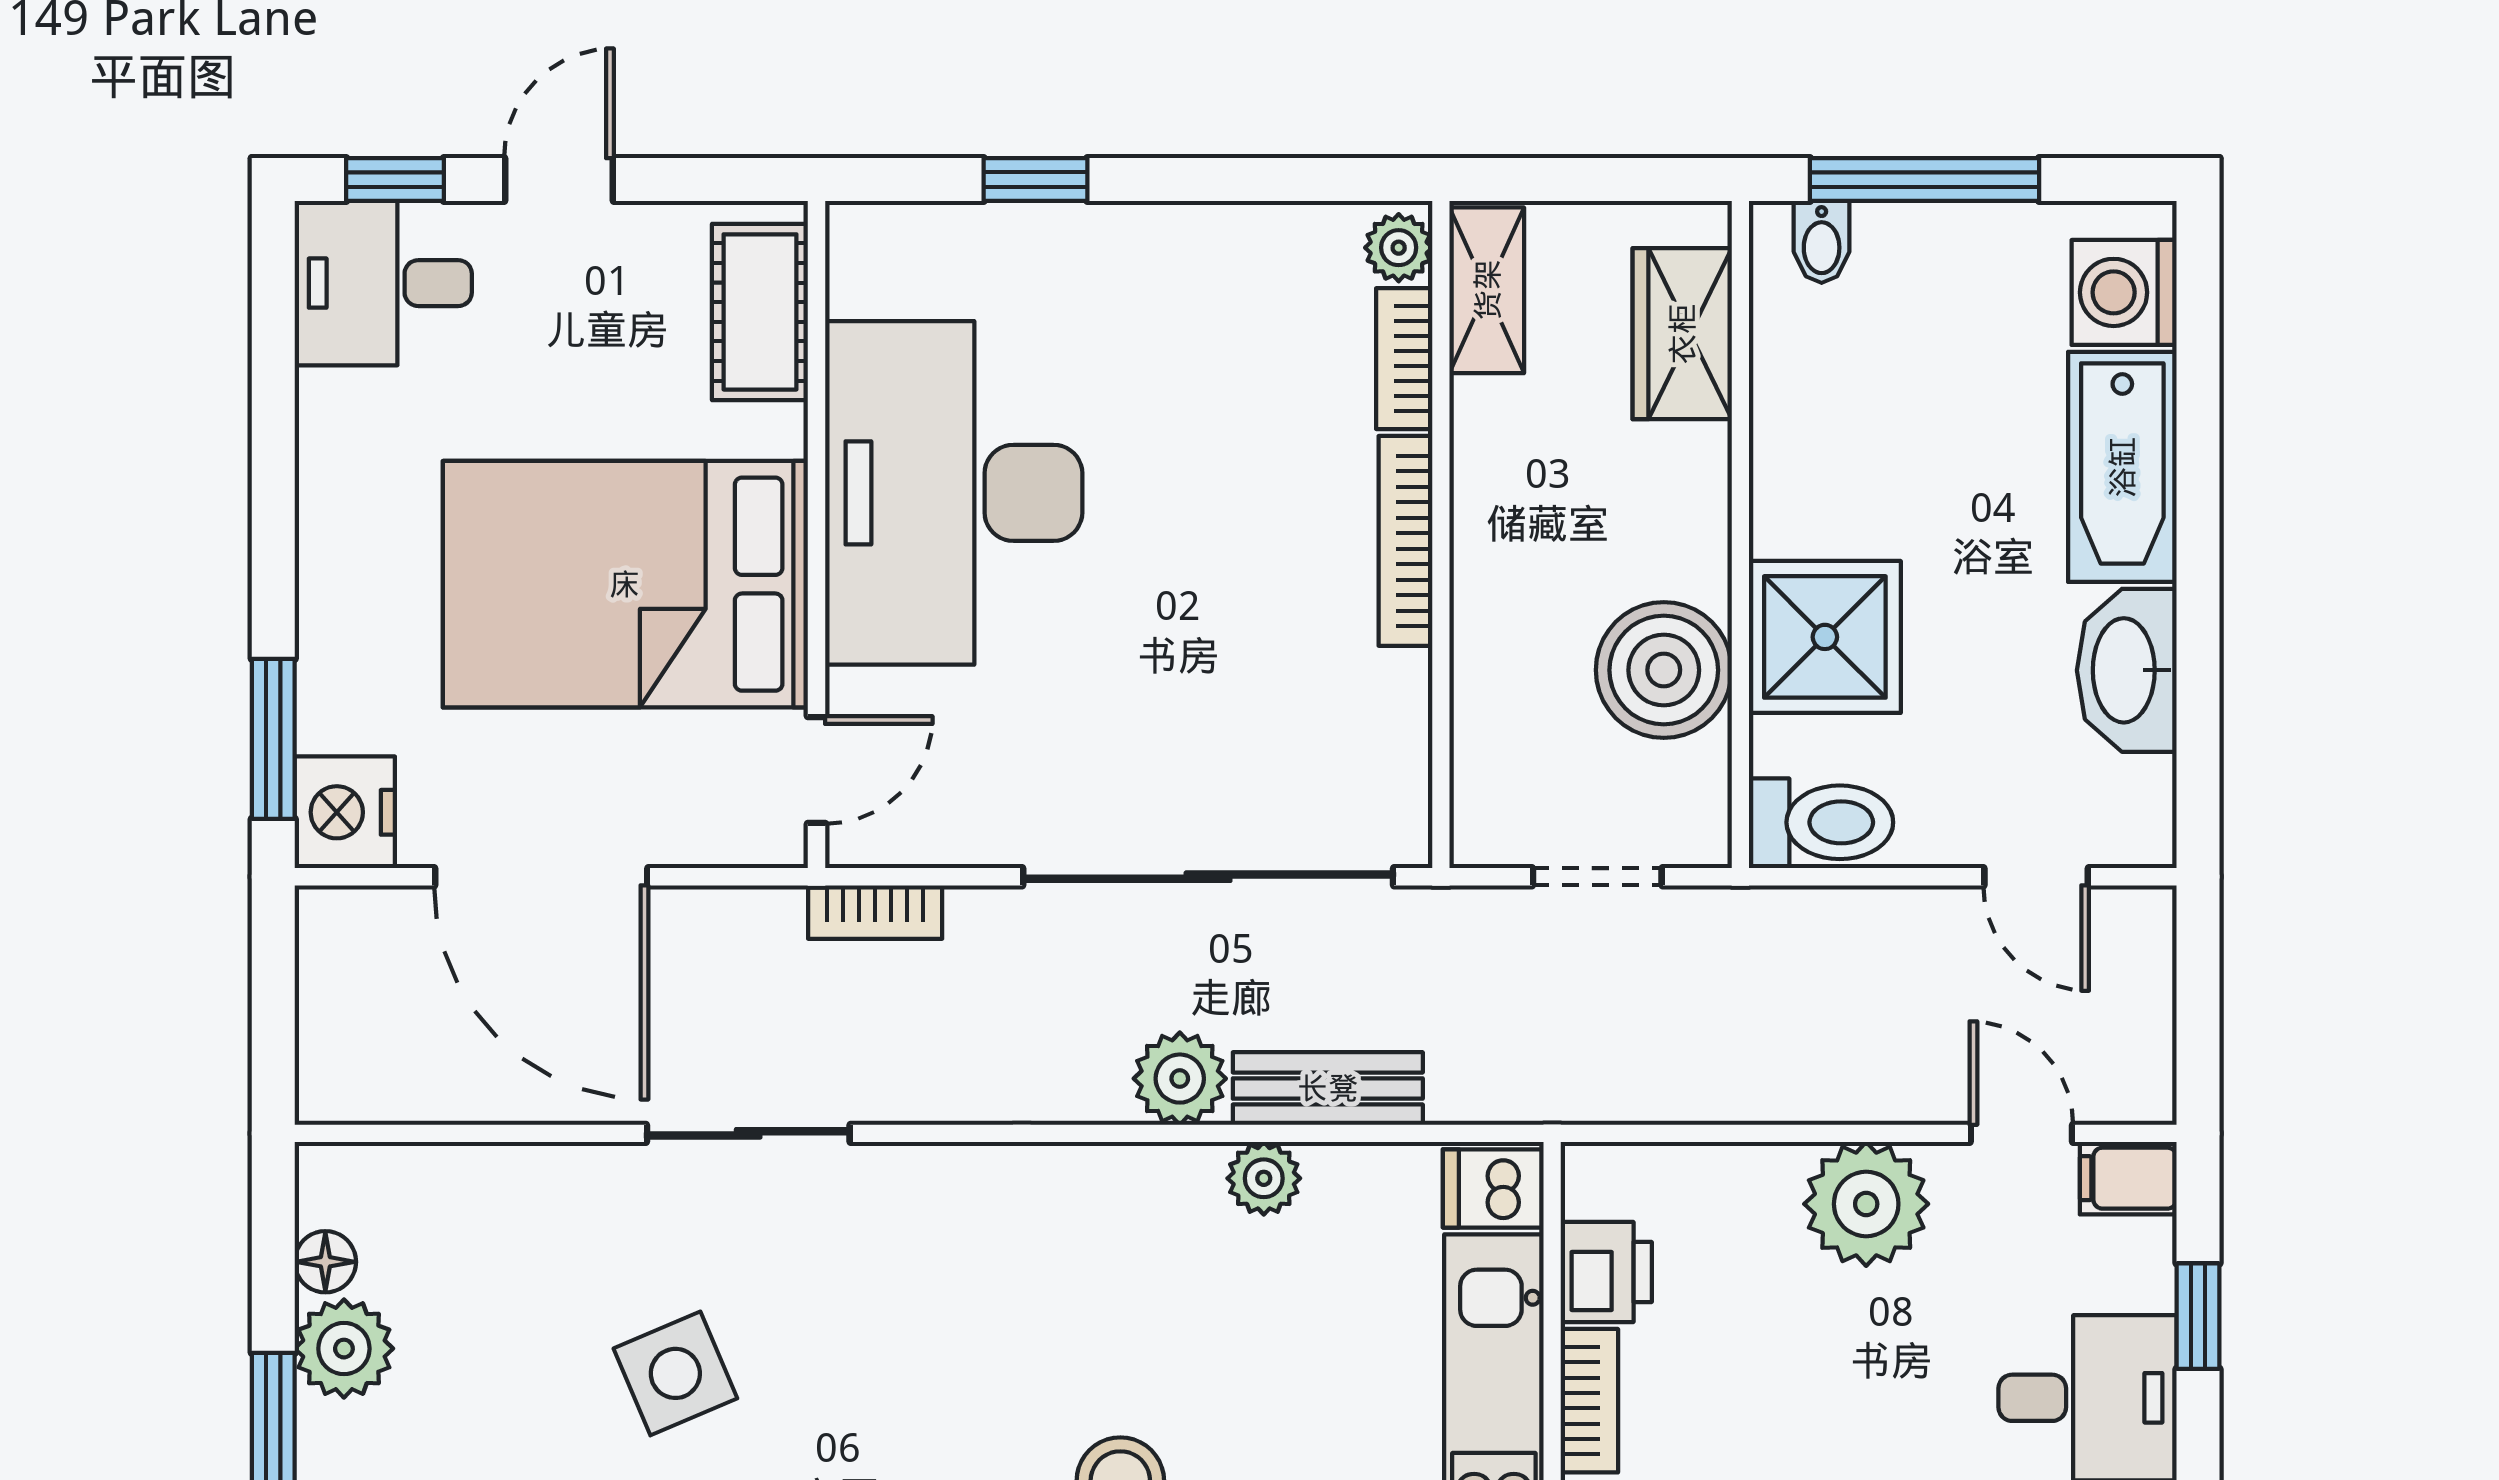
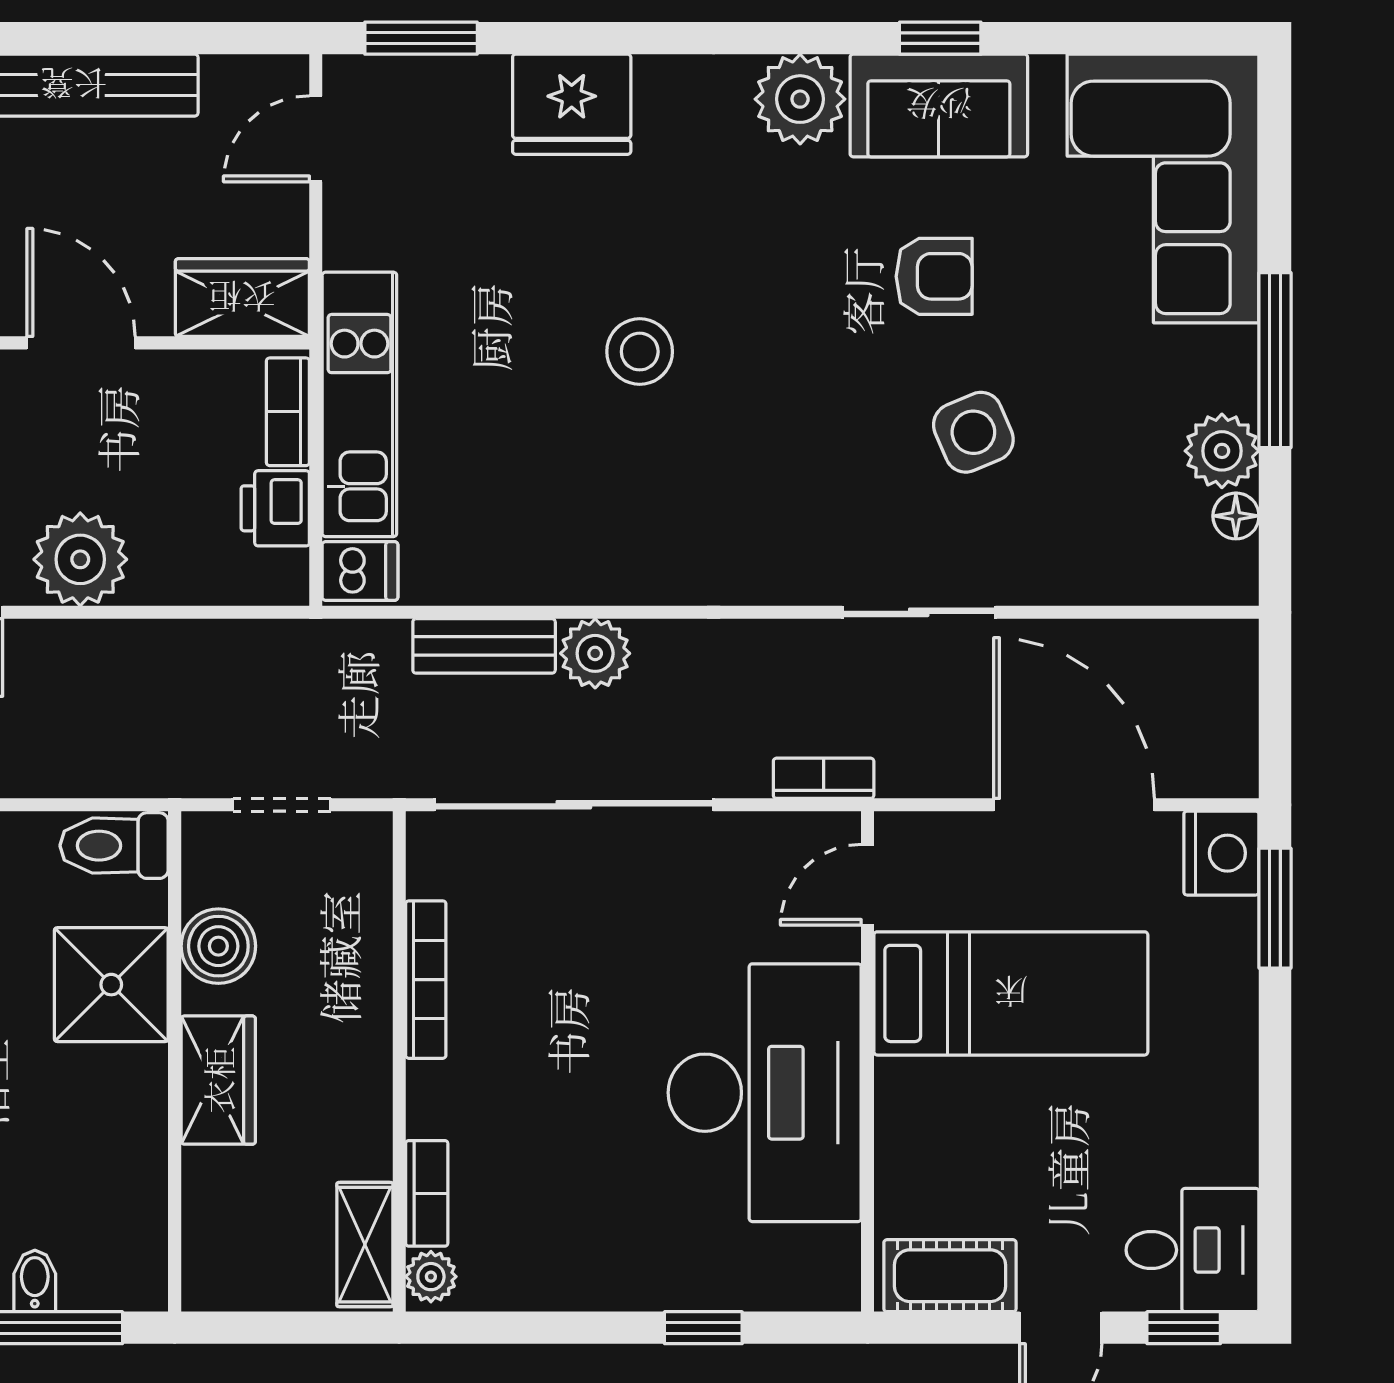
bidet: (1822, 242) -> (35, 1281), moved
cot: (760, 312) -> (950, 1276), moved, turned 90
wardrobe: (1682, 334) -> (218, 1080), moved
bookcase: (1405, 541) -> (426, 980), moved
bed: (625, 584) -> (1011, 993), width x0.67
boiler: (1664, 670) -> (218, 946), width x0.73, depth x0.73
plant: (1264, 1178) -> (532, 579), removed

